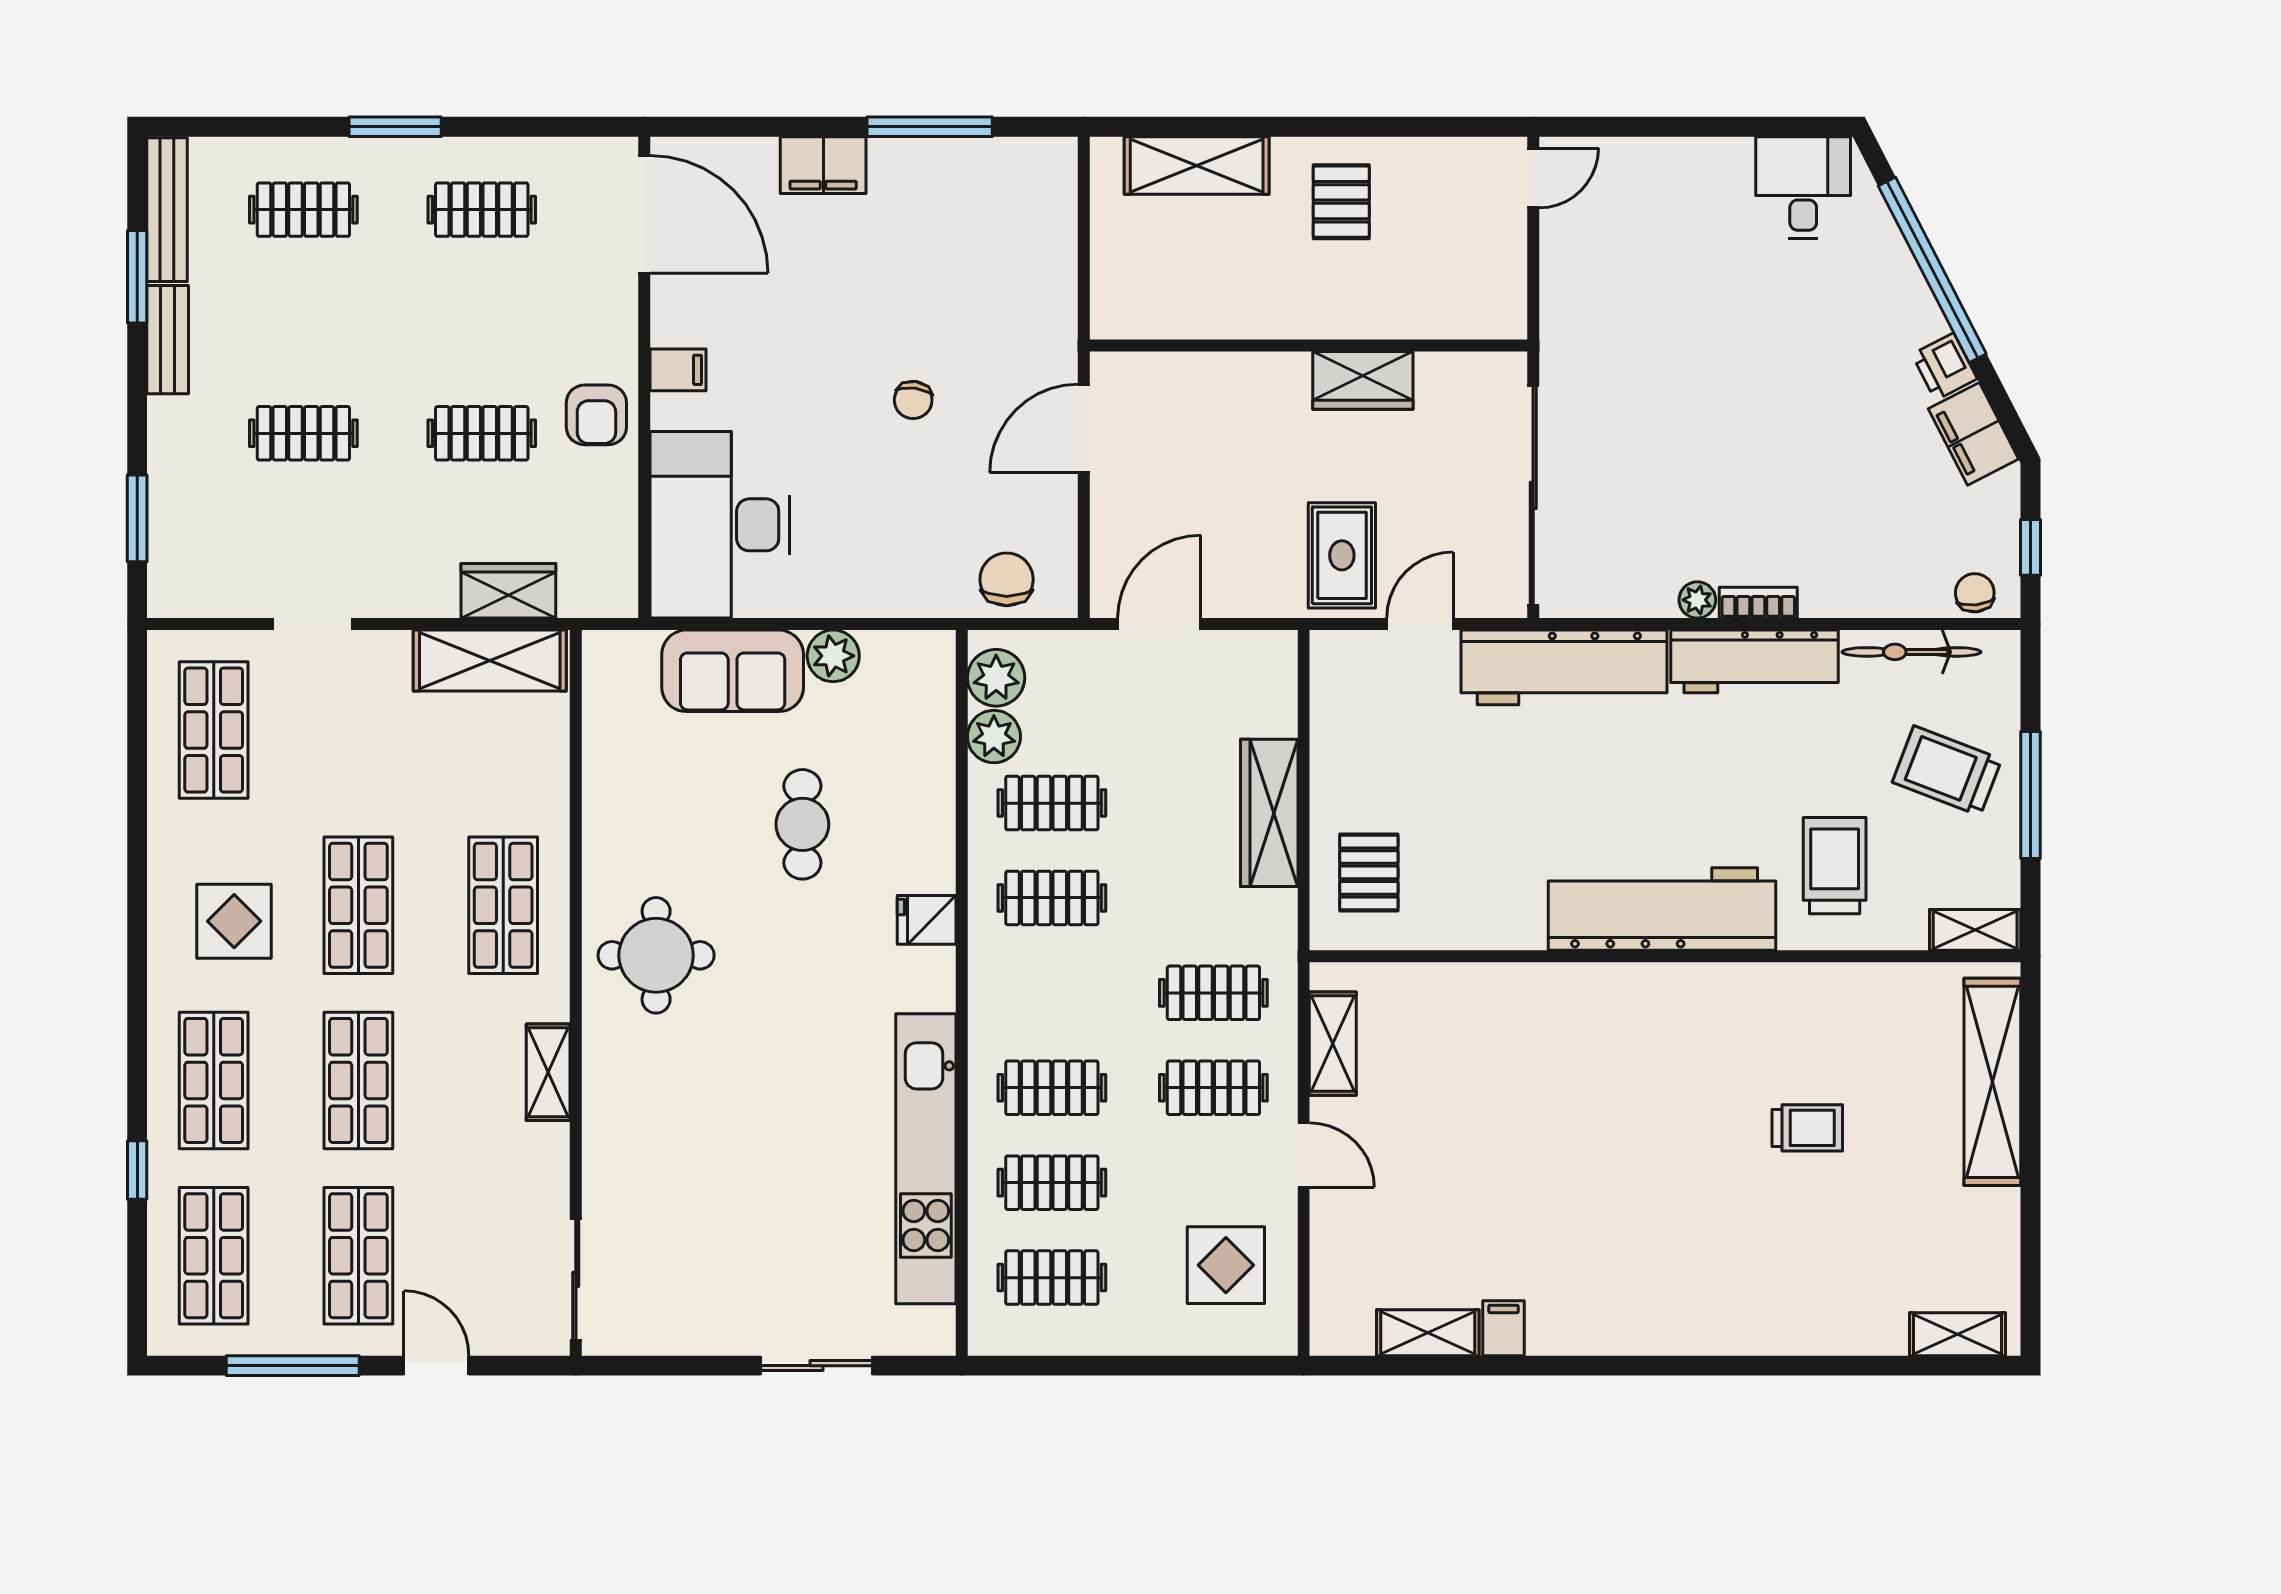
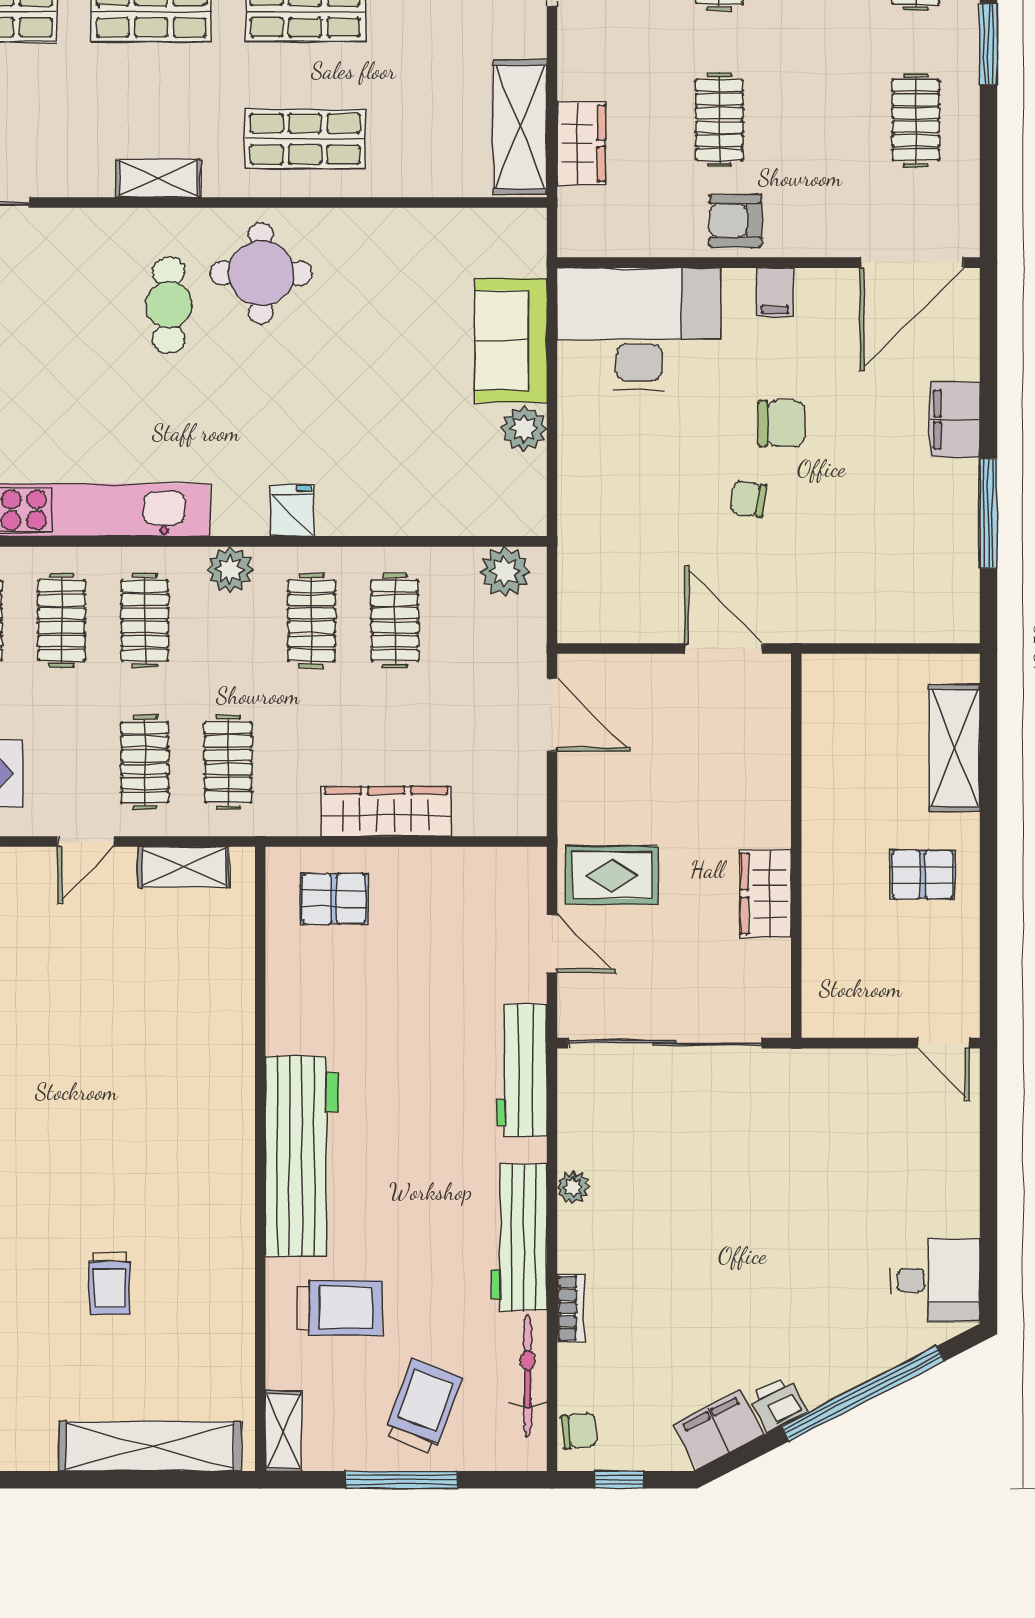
chair: (1007, 579) -> (782, 423), moved
bookcase: (1758, 603) -> (571, 1308), moved
workbench: (1564, 667) -> (522, 1070), width x0.73, depth x0.76
plant: (994, 737) -> (230, 570), moved
cafe table: (802, 824) -> (169, 305), moved, turned 90

